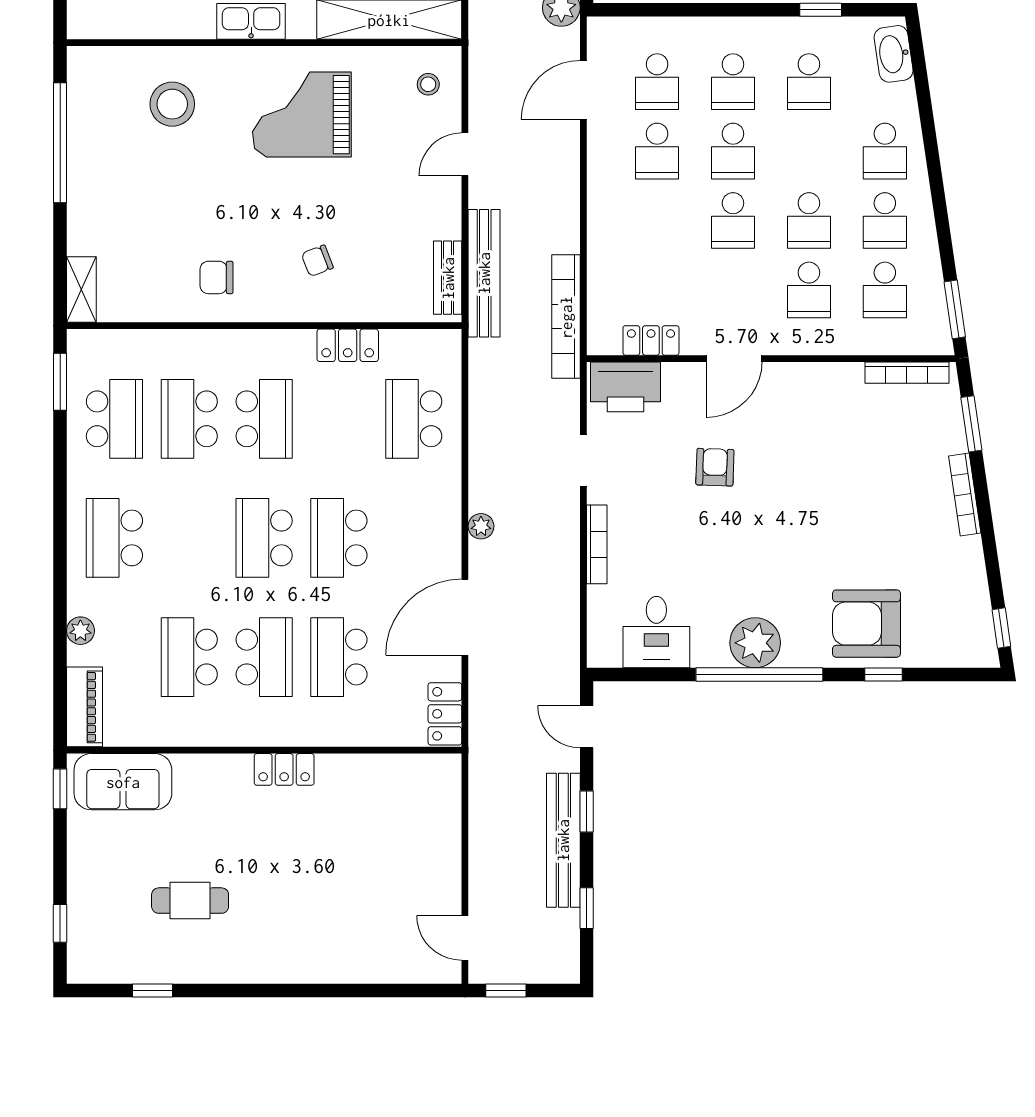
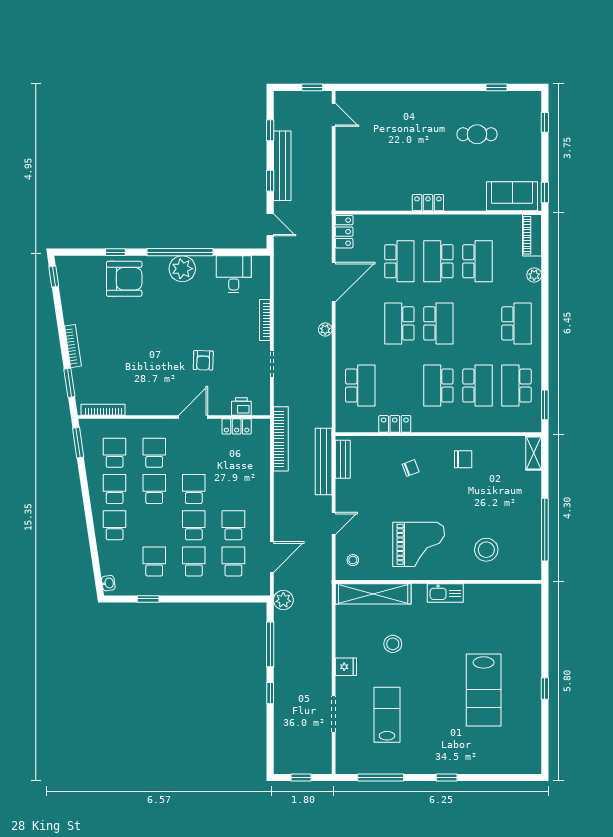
washbasin: (894, 54) -> (108, 583), width x0.52, depth x0.69
printer: (625, 387) -> (241, 406), width x0.53, depth x0.68
school desk: (339, 538) -> (399, 323), turned 180

